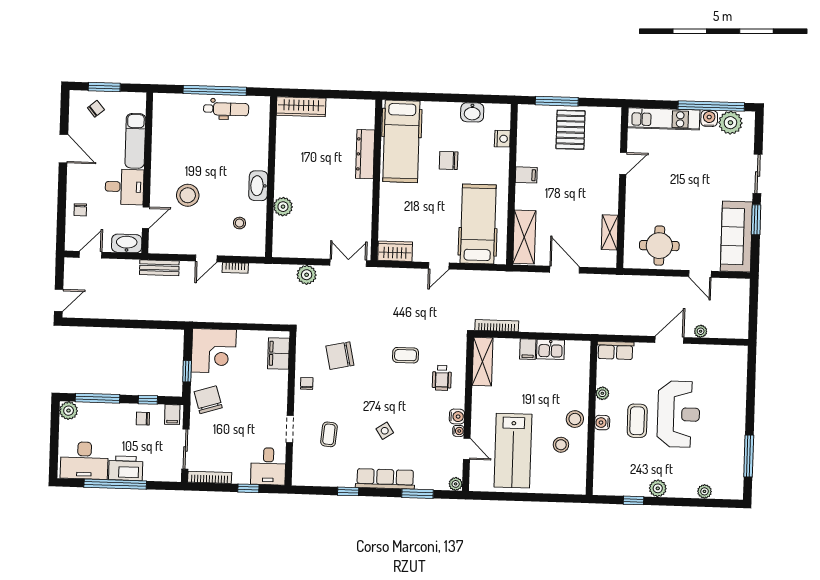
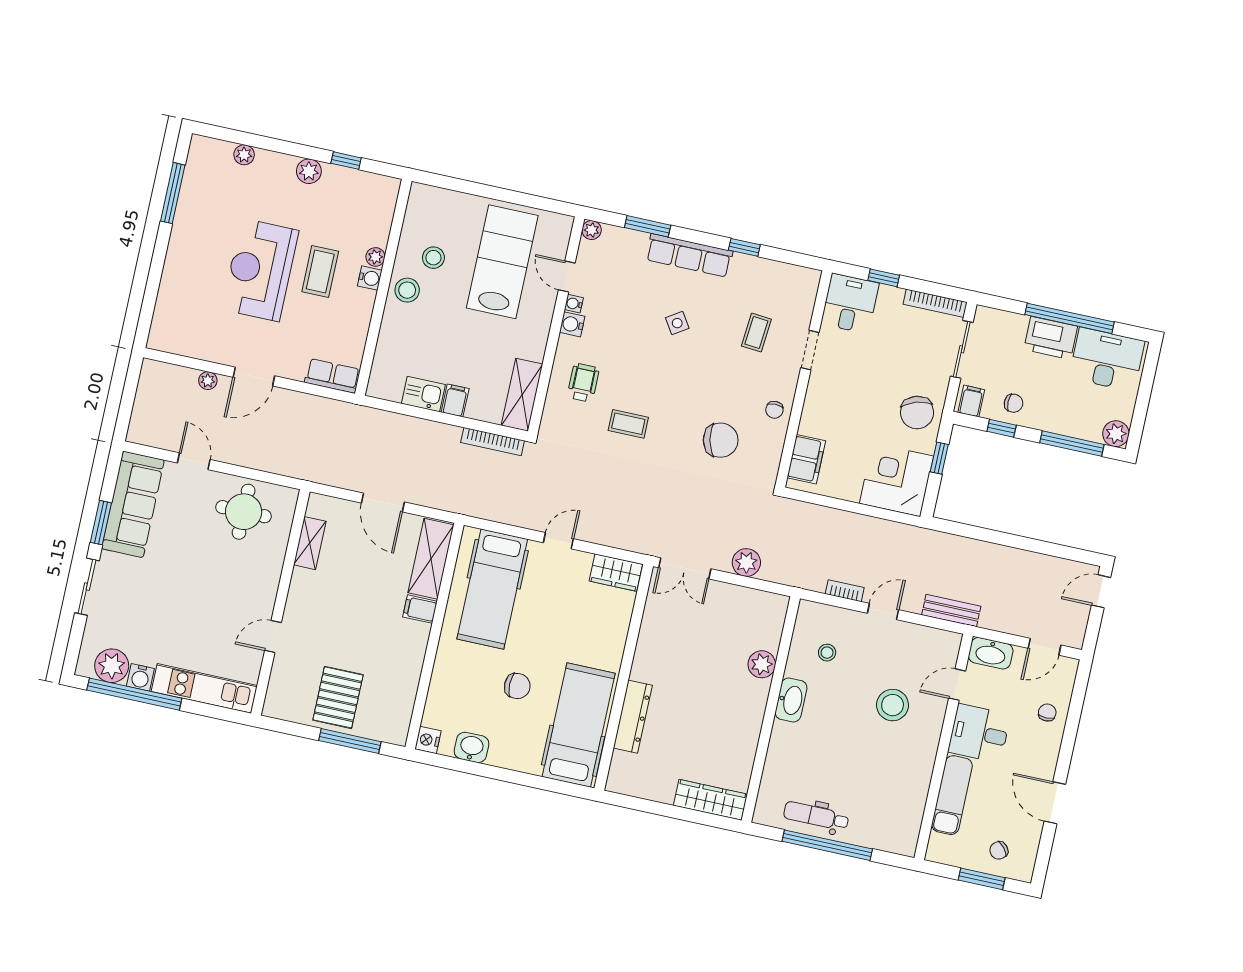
nightstand: (502, 139) -> (428, 740), moved
filing cabinet: (526, 175) -> (420, 609), moved
plant: (602, 393) -> (375, 257), moved

